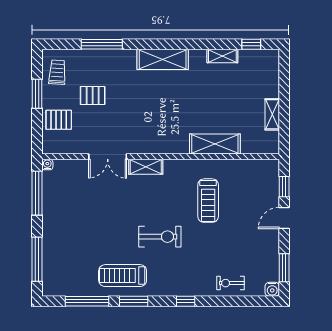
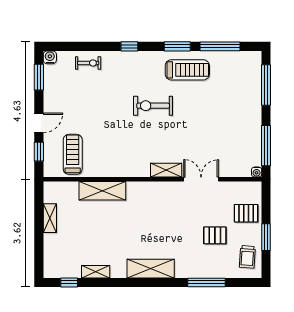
treadmill: (208, 201) -> (73, 154), moved

